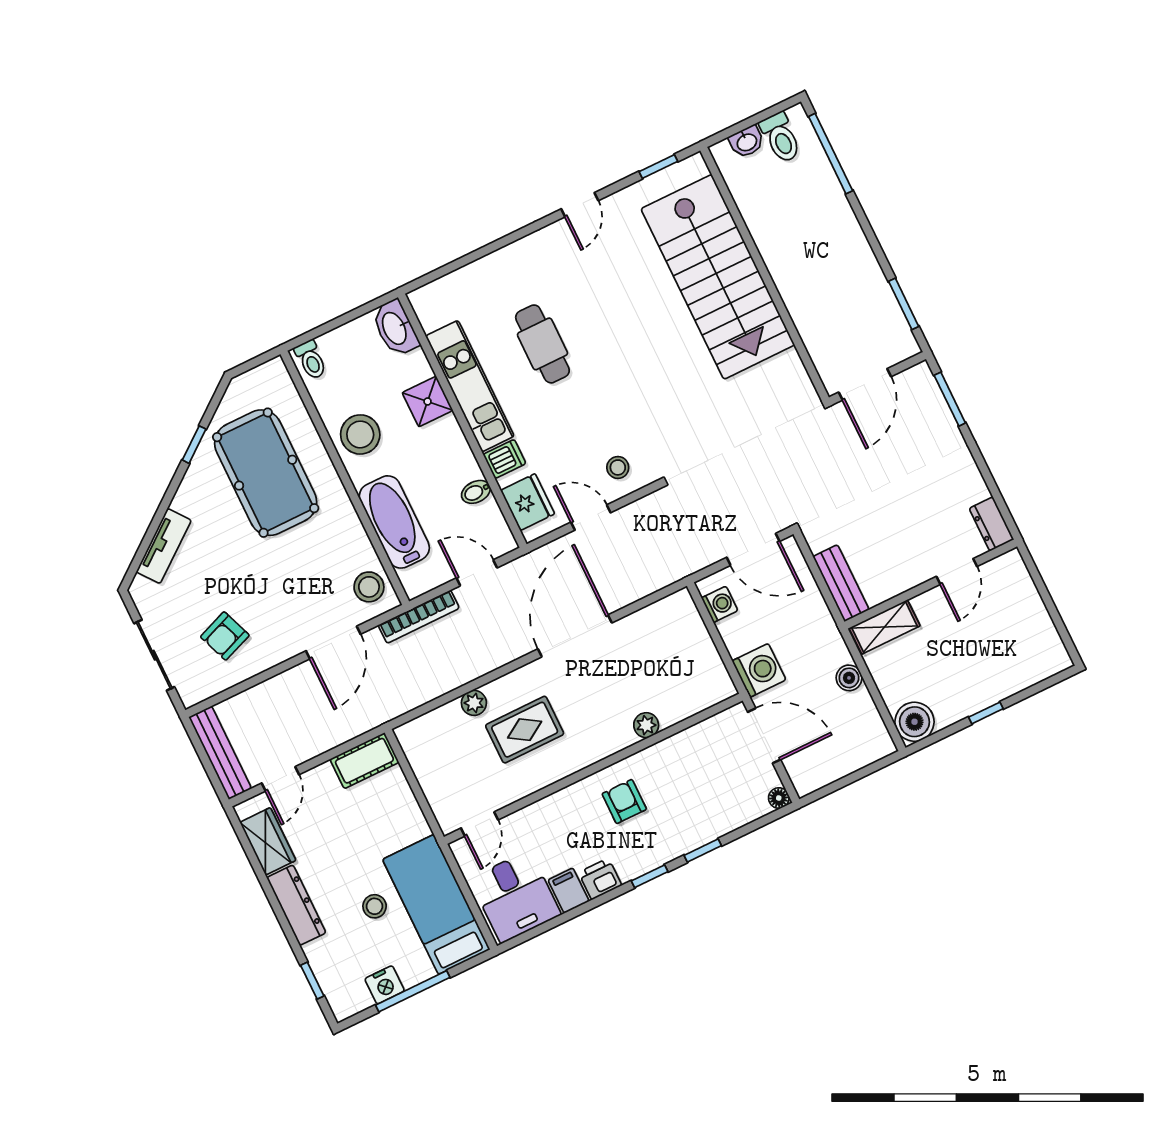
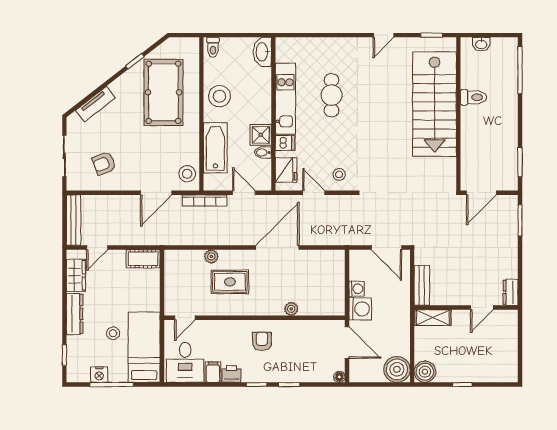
toilet: (781, 138) -> (473, 97), moved, turned -90
shower: (428, 401) -> (261, 135), moved
washing machine: (720, 604) -> (357, 289), moved
boiler: (849, 678) -> (397, 369), moved, width x1.86, depth x1.86

